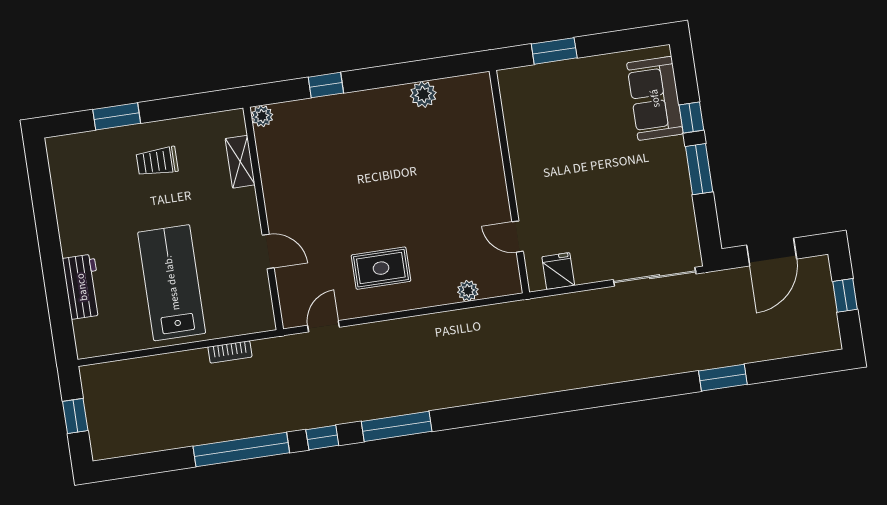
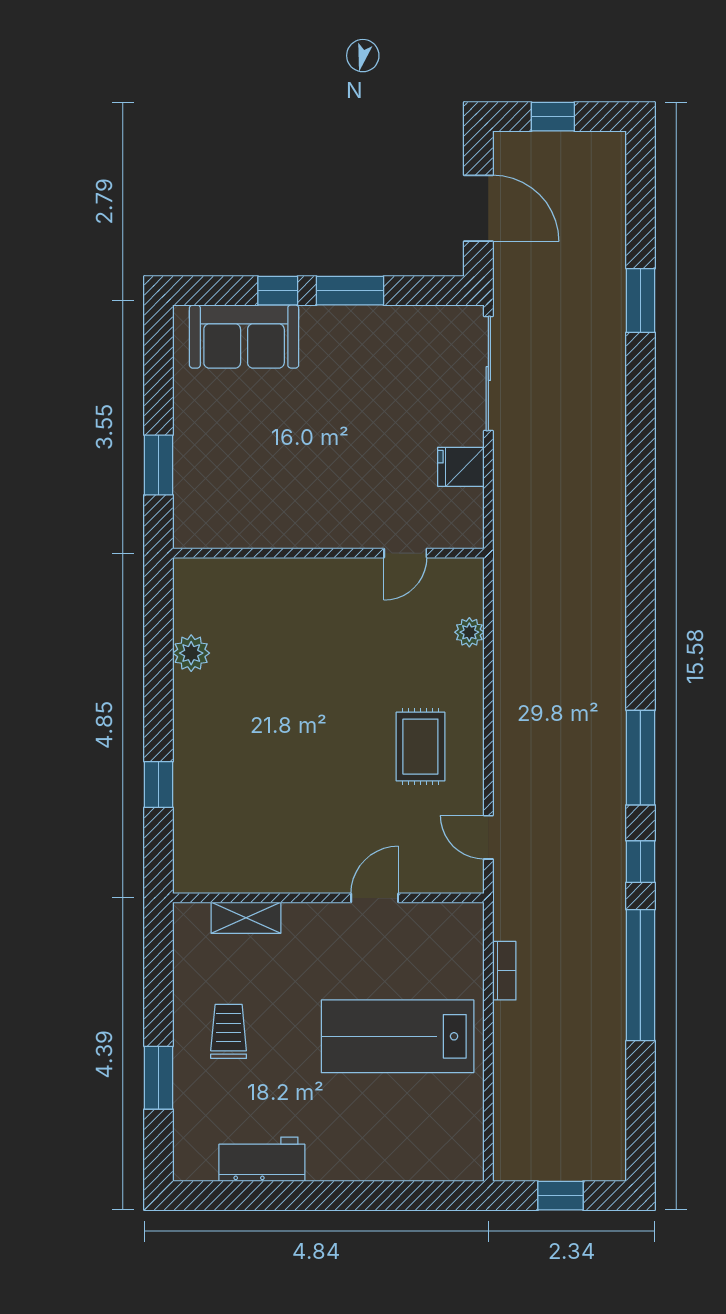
plant: (262, 116) -> (188, 878), removed
trolley: (157, 161) -> (229, 1031), turned 180
fridge: (558, 271) -> (461, 467), moved
workbench: (82, 287) -> (262, 1159), moved

